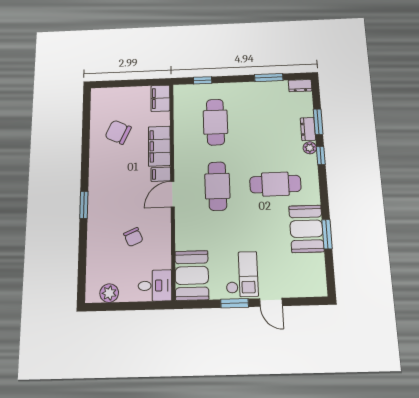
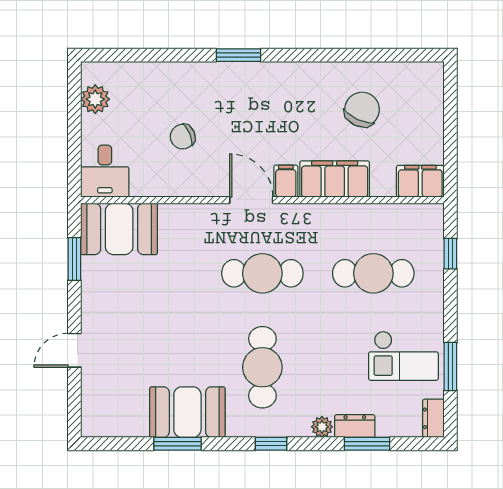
window: (321, 155) -> (271, 444), moved
checkout: (242, 274) -> (403, 356), moved
window: (235, 303) -> (74, 259), moved

